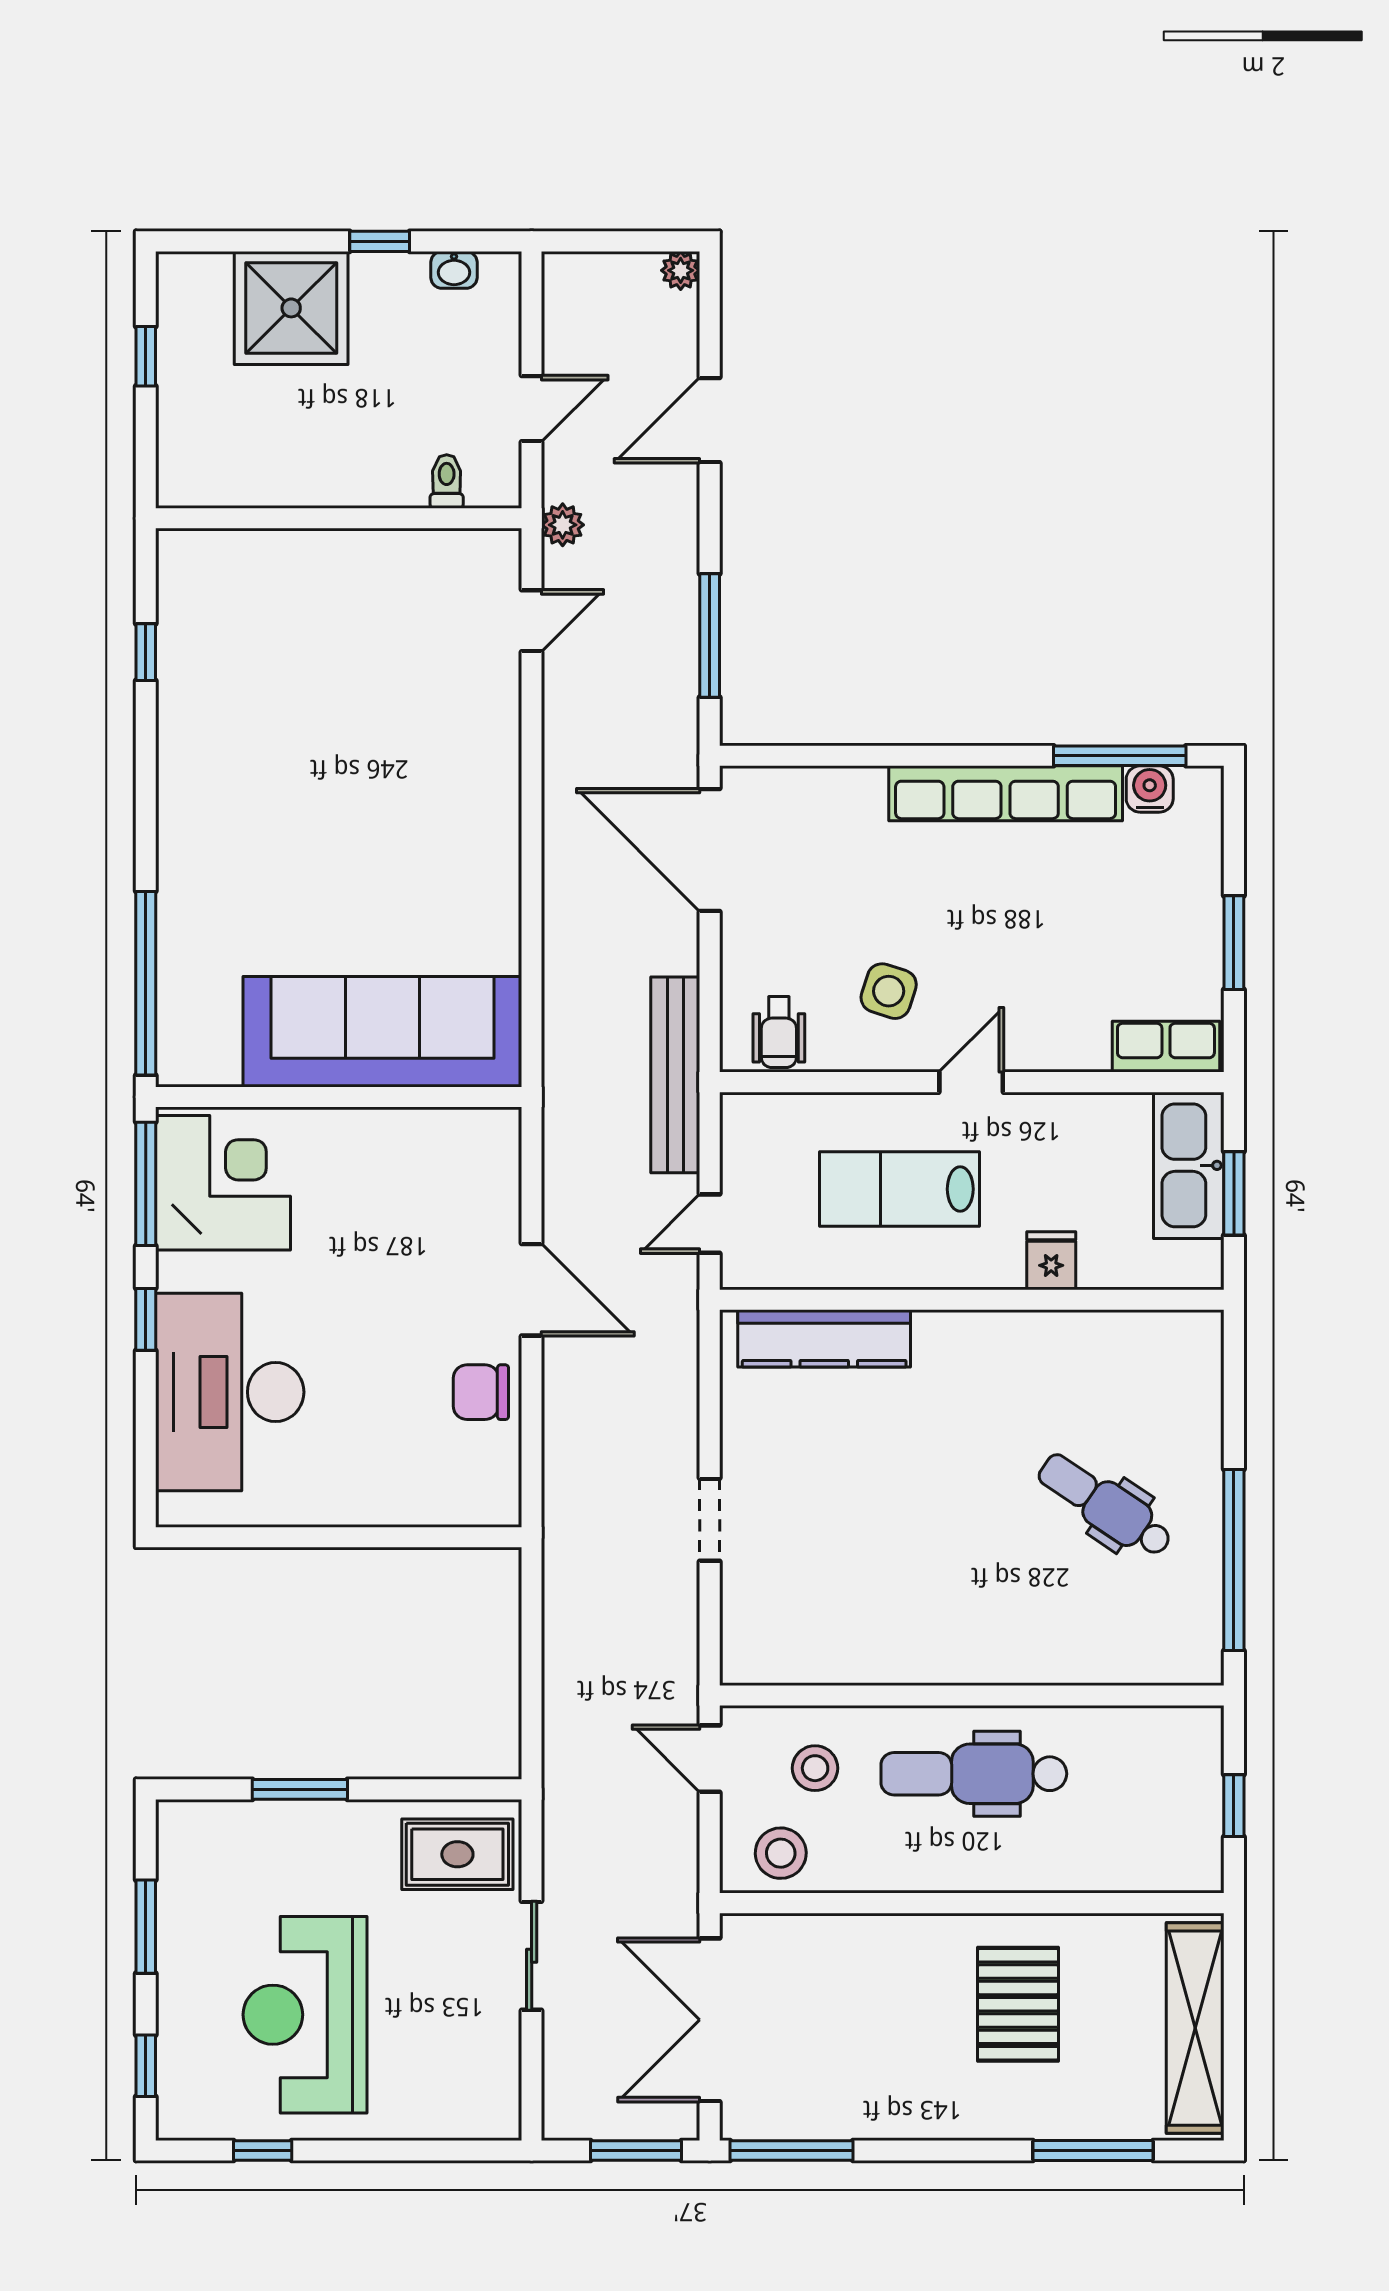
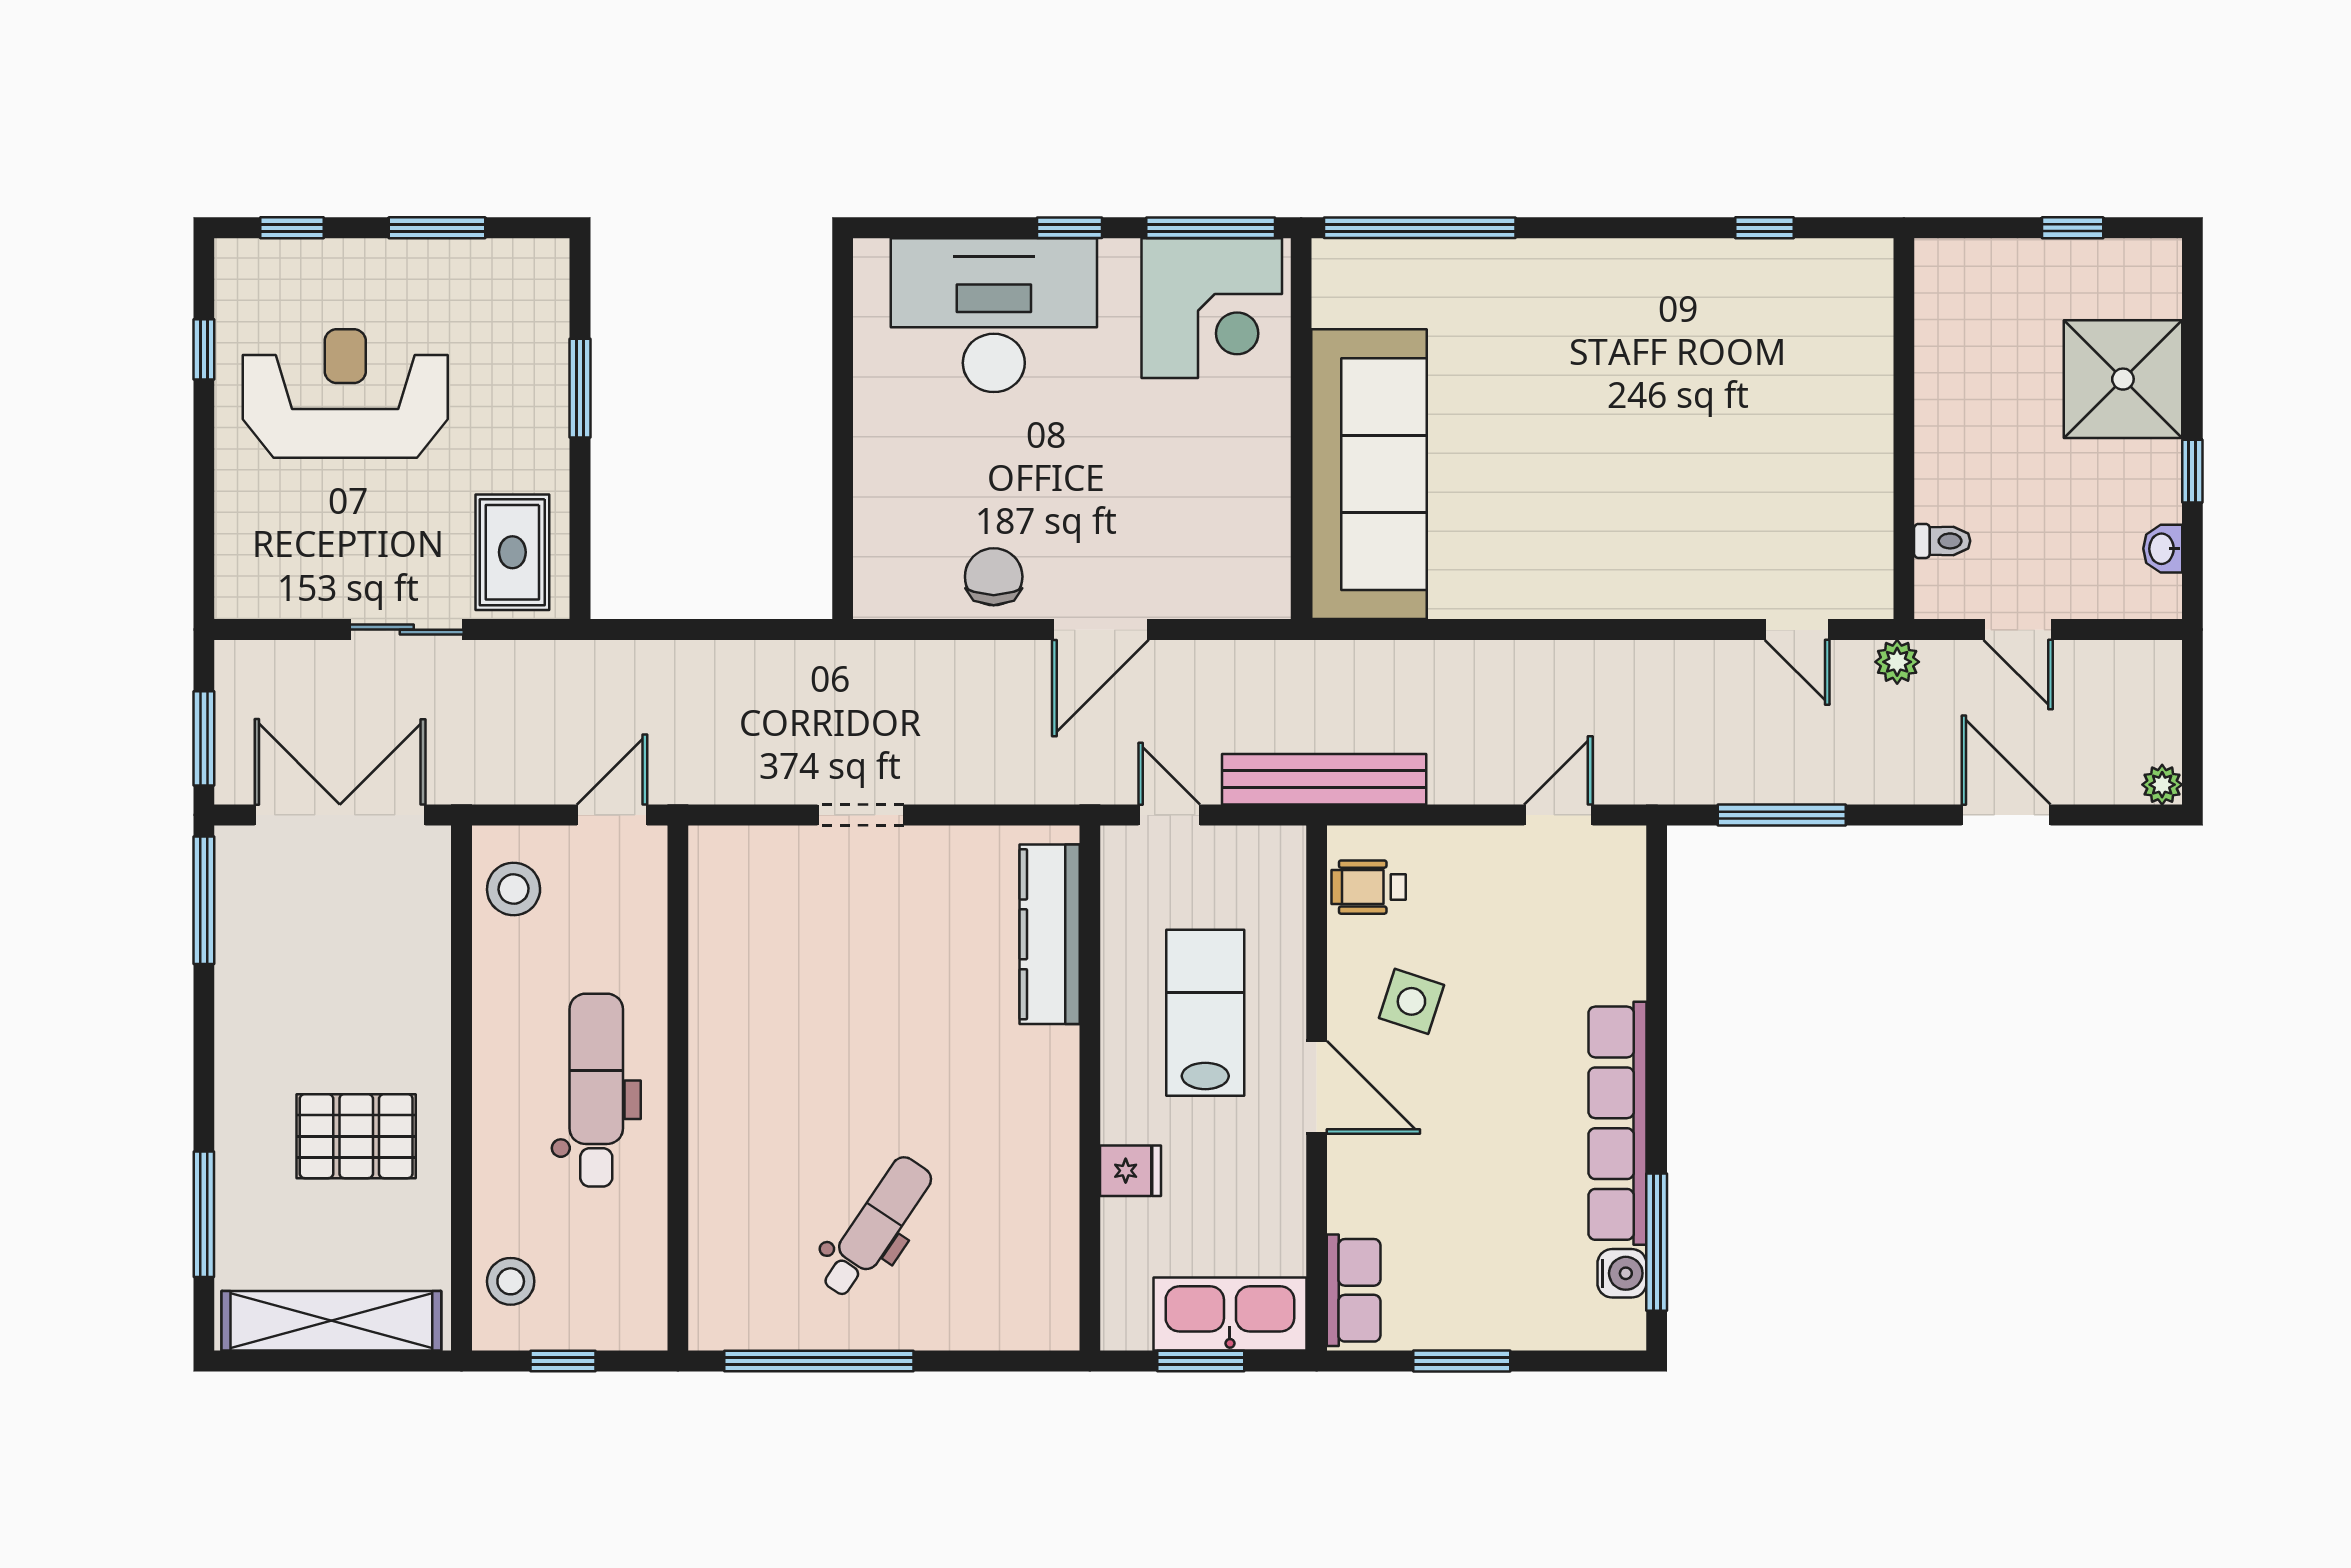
door: (710, 850) -> (1558, 815), width x0.53
door: (971, 1082) -> (1317, 1087), width x1.38
stool: (815, 1768) -> (511, 1281), moved

